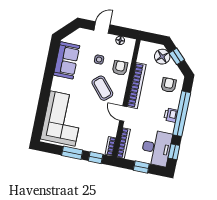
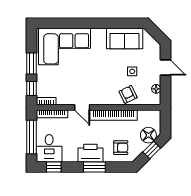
armchair: (120, 68) -> (128, 94), turned -116
coffee table: (102, 88) -> (104, 81), removed
door: (123, 114) -> (82, 107), swing flipped
window: (182, 114) -> (94, 167), width x0.47
printer: (171, 115) -> (90, 153), width x1.87, depth x1.48
desk: (156, 148) -> (49, 148), width x0.73
window: (141, 167) -> (31, 137), width x2.17

